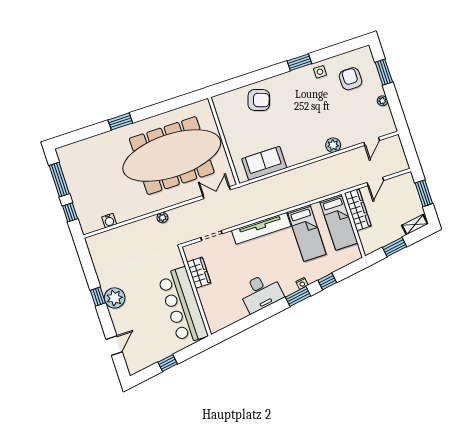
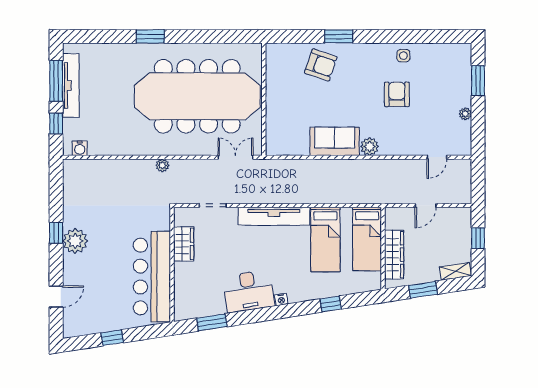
window: (299, 62) -> (339, 36), moved
armchair: (351, 79) -> (397, 94), moved
plant: (333, 145) -> (370, 147), moved
sofa: (264, 163) -> (335, 141), moved
tv unit: (72, 179) -> (71, 86), added
window: (424, 193) -> (478, 238), width x0.67
wardrobe: (358, 210) -> (394, 255), moved
water cooler: (109, 221) -> (80, 148), moved
nightstand: (302, 283) -> (281, 299), moved
window: (298, 296) -> (212, 322), moved

